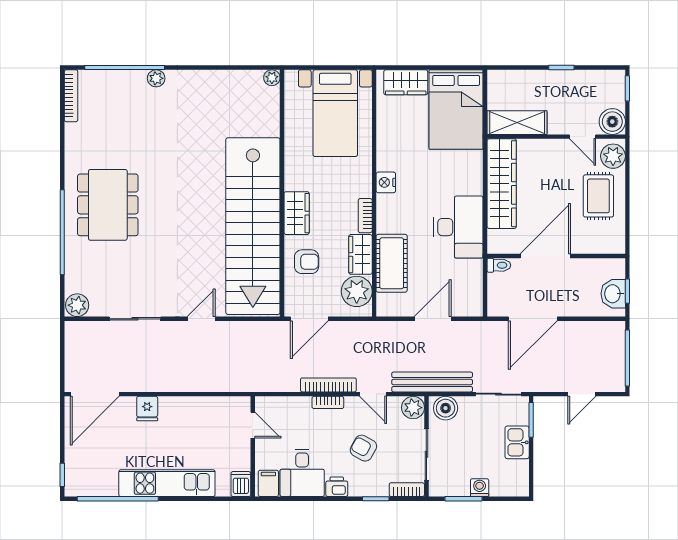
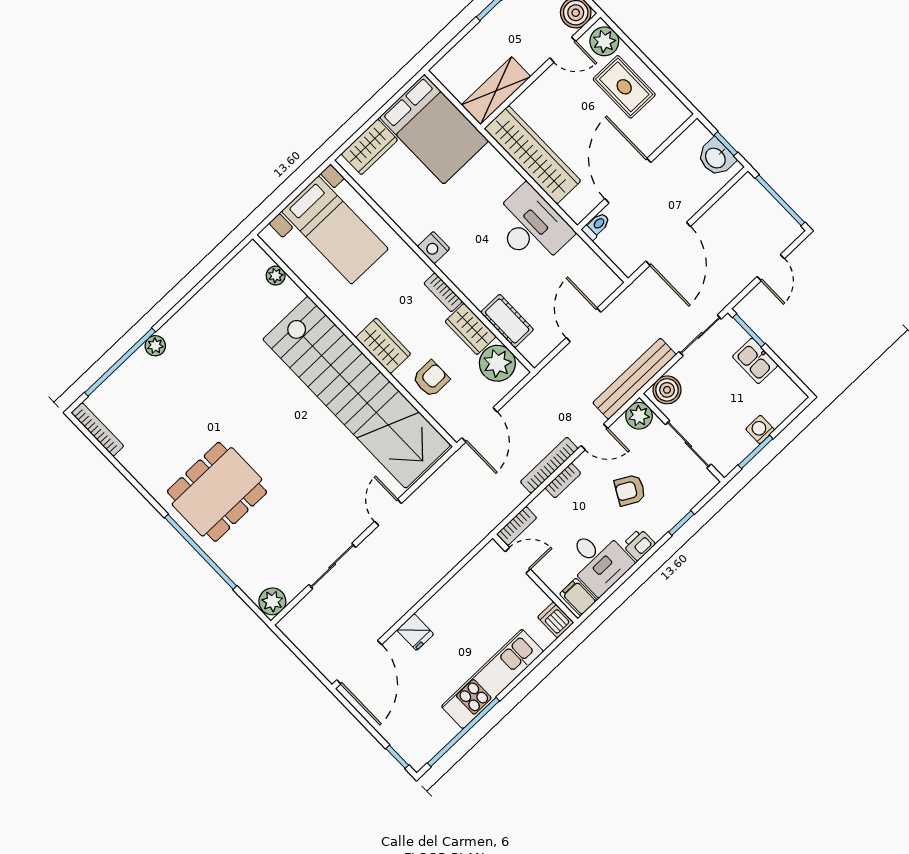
plant: (272, 78) -> (276, 276), moved
dining table: (108, 205) -> (217, 492), turned 90
cot: (392, 263) -> (507, 321), width x0.73, depth x0.75
bookcase: (407, 490) -> (517, 526), moved, turned 180

